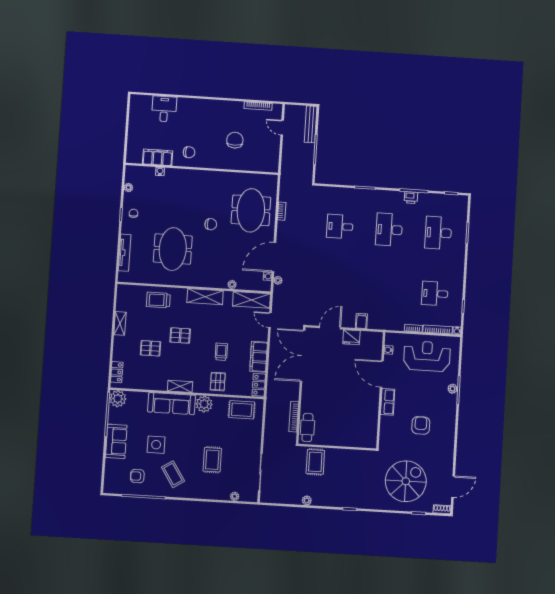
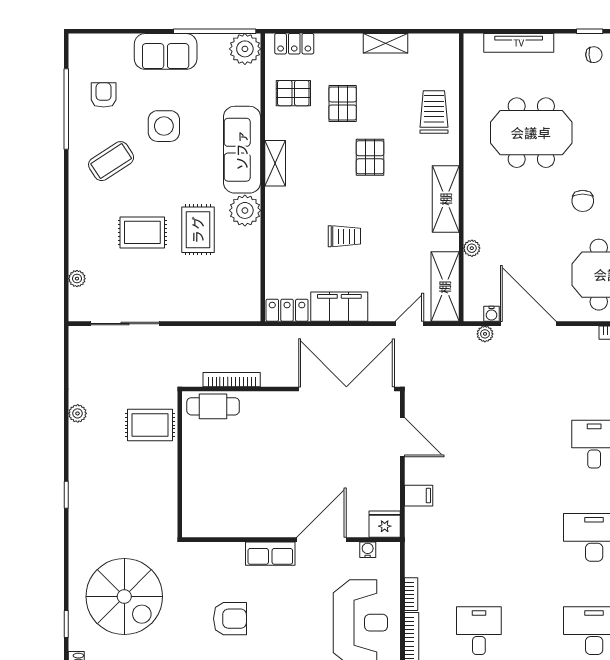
fridge: (351, 337) -> (385, 524), moved, turned 90
pallet: (218, 382) -> (293, 93), moved
rug: (242, 410) -> (198, 230), moved

